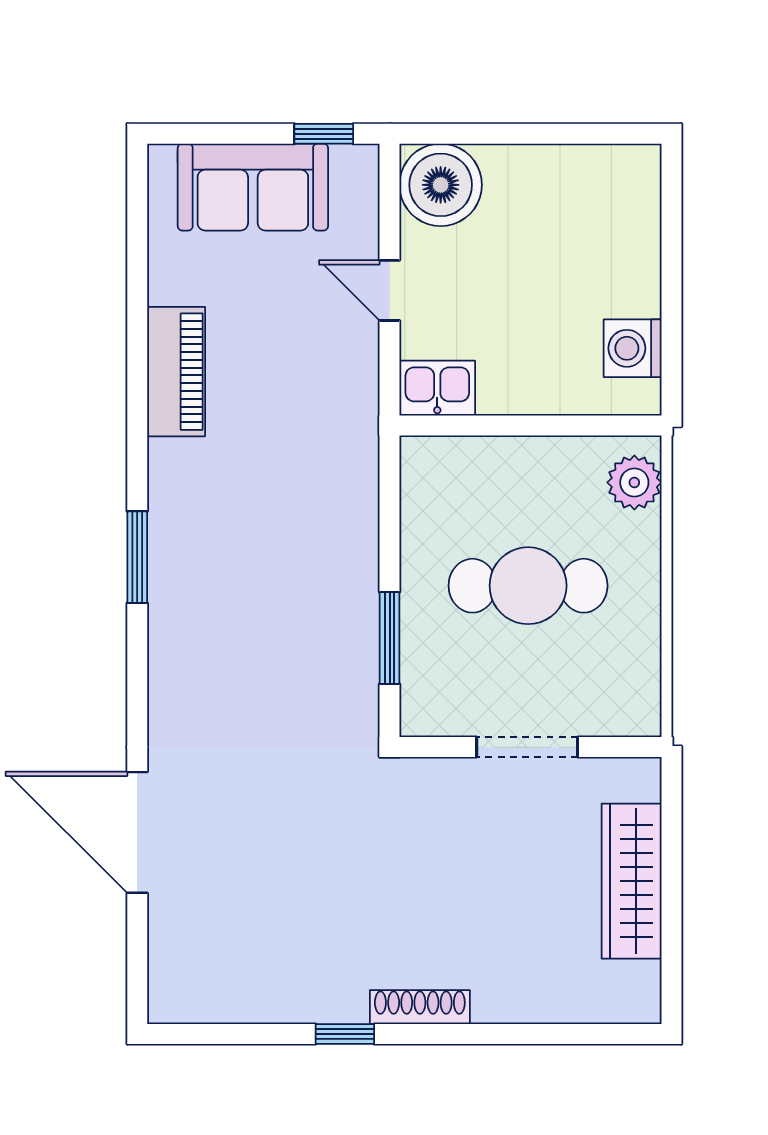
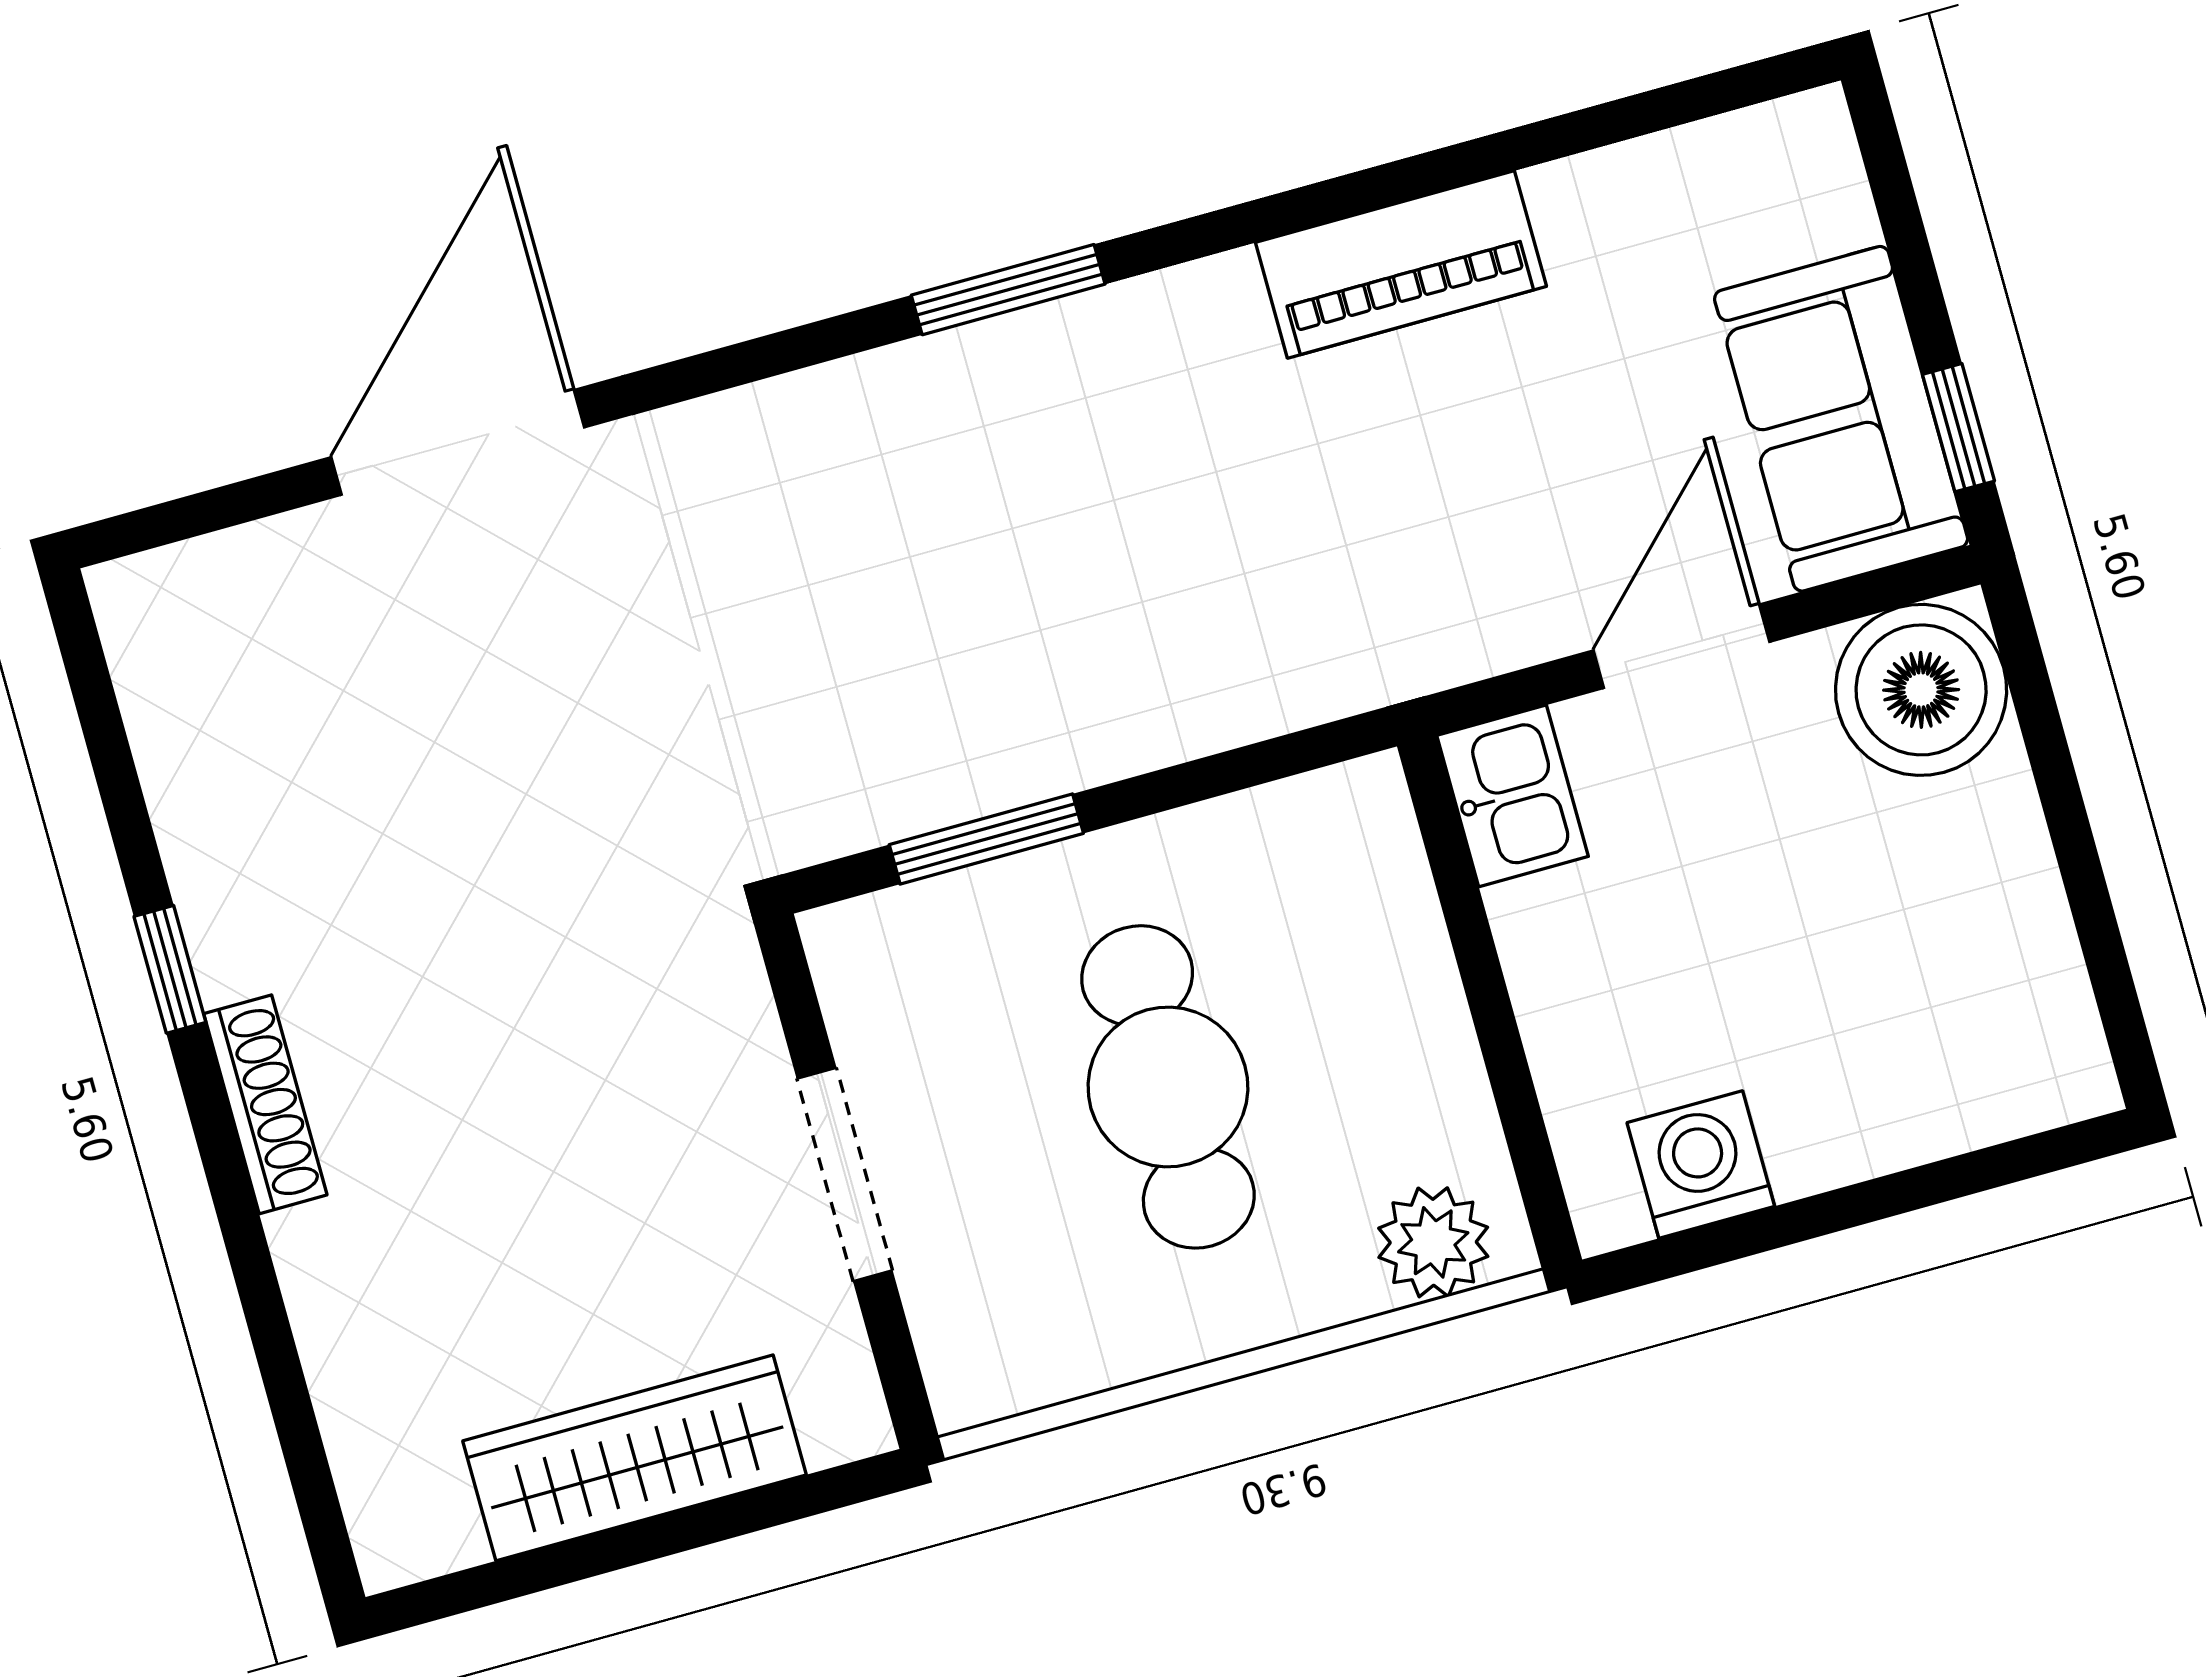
sofa: (253, 187) -> (1841, 419), moved
door: (390, 290) -> (1681, 646), width x1.37

